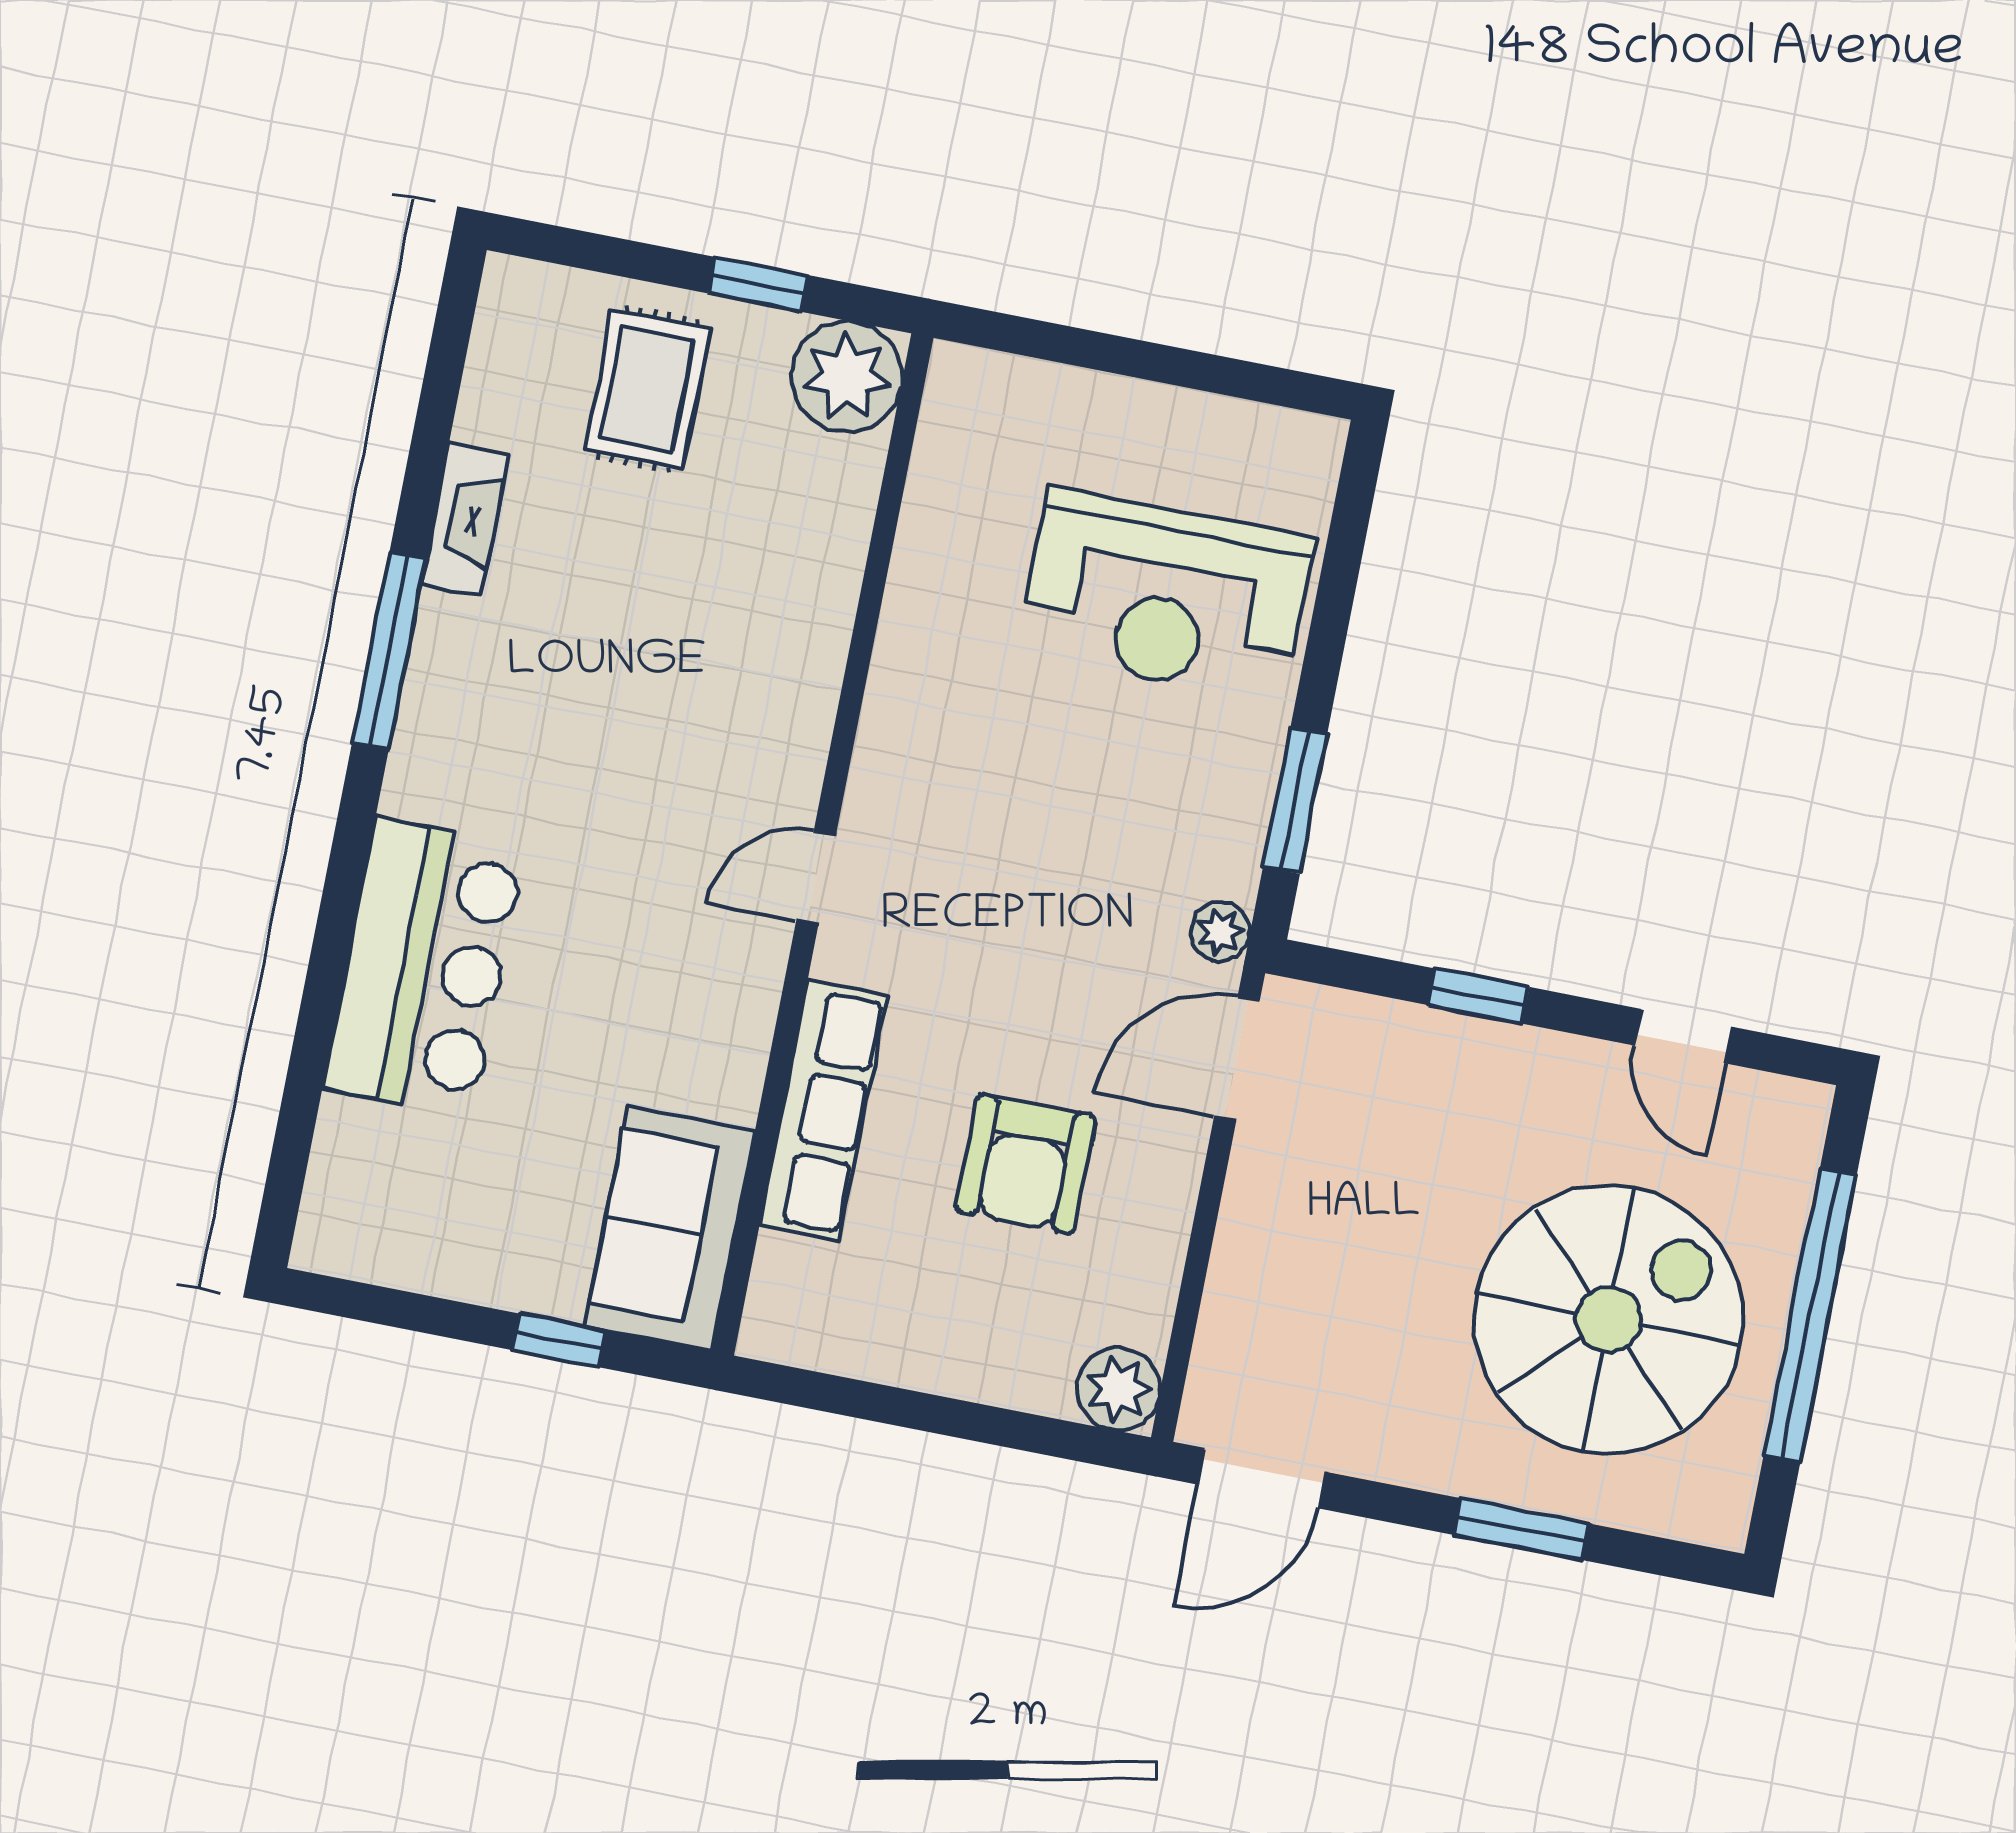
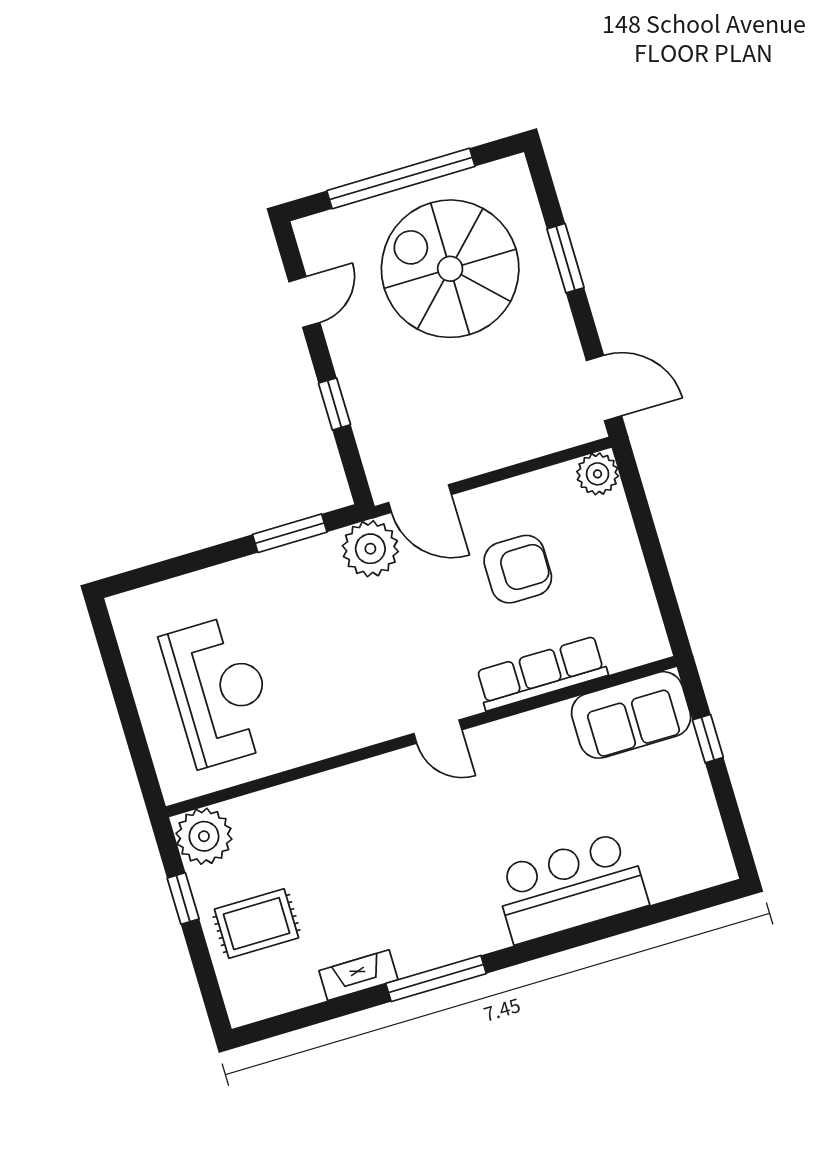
reception desk: (1166, 595) -> (219, 691), moved
plant: (1220, 932) -> (370, 549), width x1.87, depth x1.87

